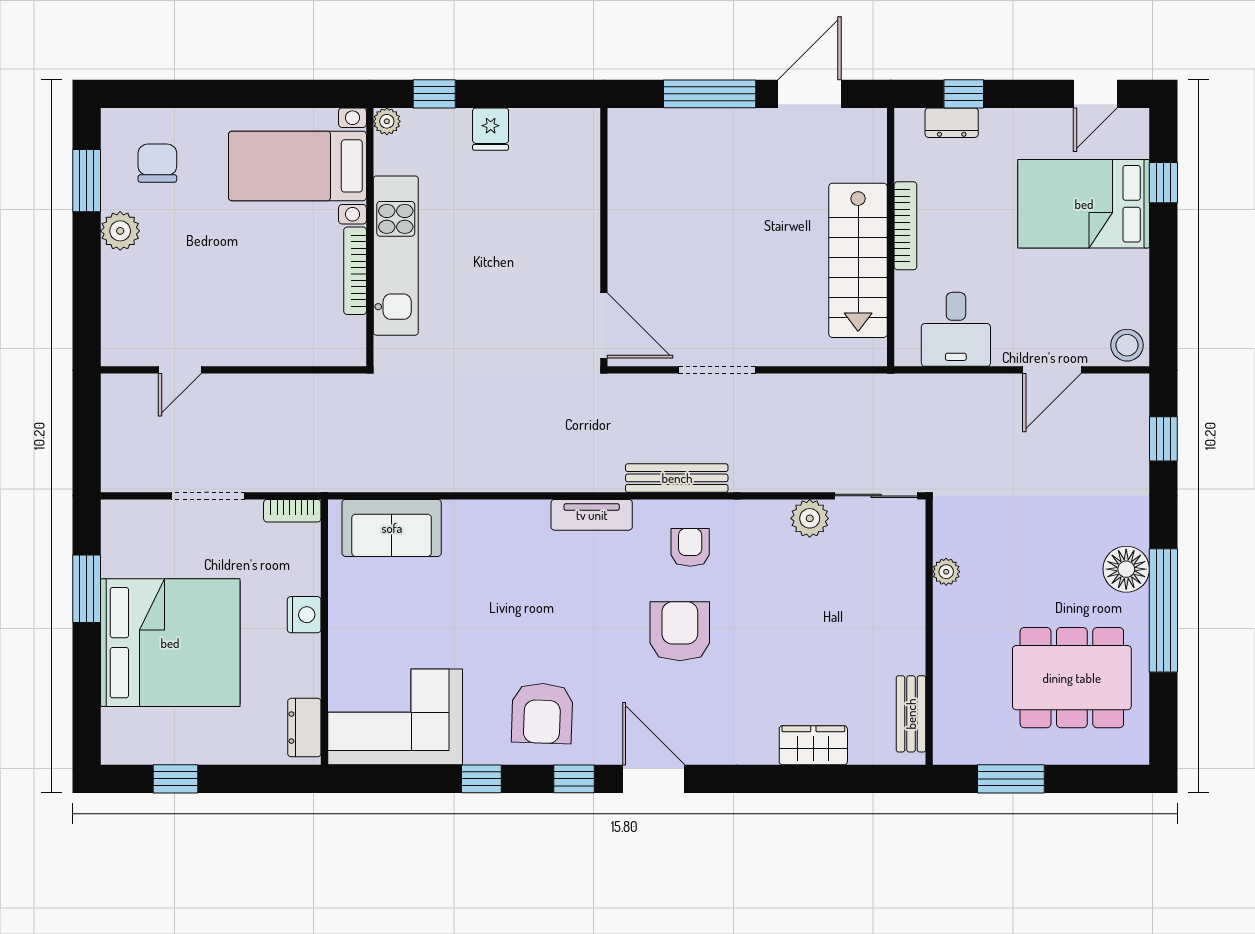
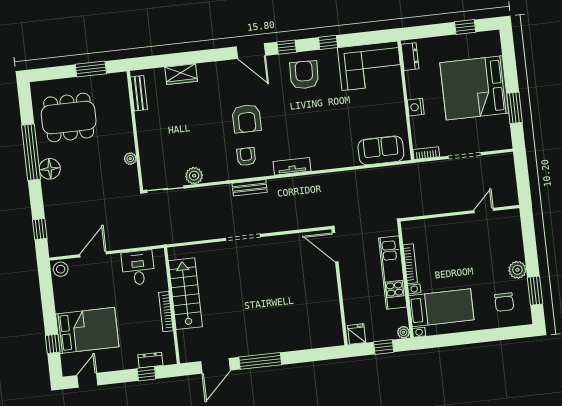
wall: (604, 237) -> (340, 287), moved
door: (604, 326) -> (335, 247), moved
bench: (677, 478) -> (250, 188), width x0.73
armchair: (690, 547) -> (246, 157), turned 180

